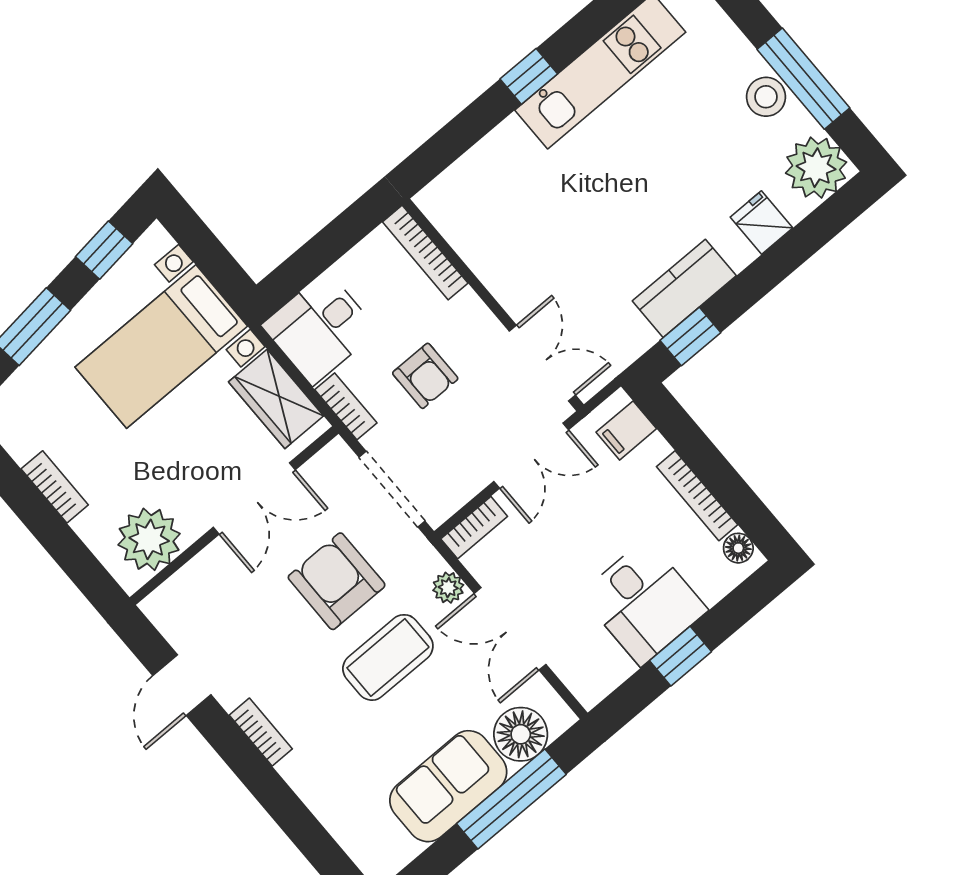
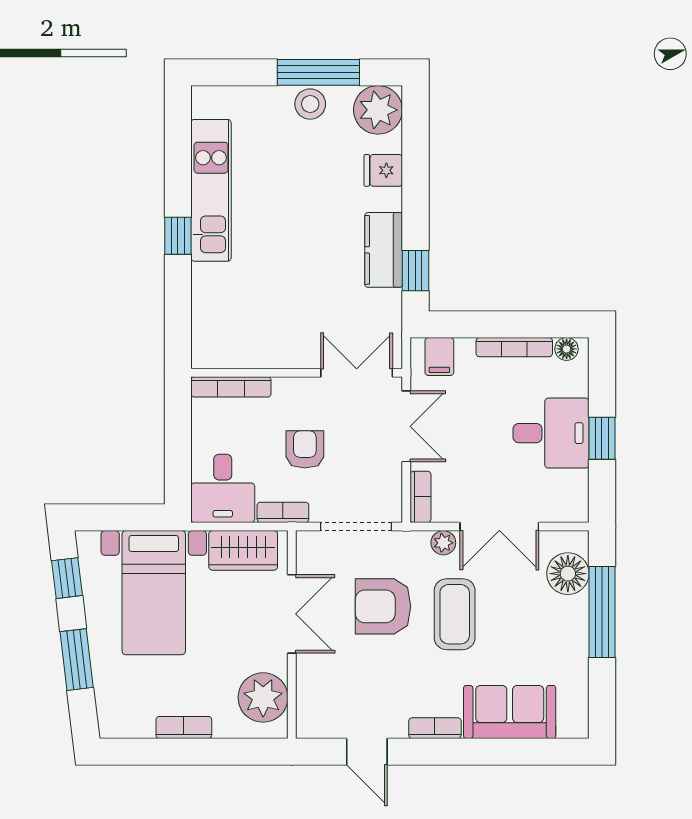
armchair: (425, 376) -> (305, 449), turned -90
sofa: (448, 786) -> (510, 712), moved, turned 90

